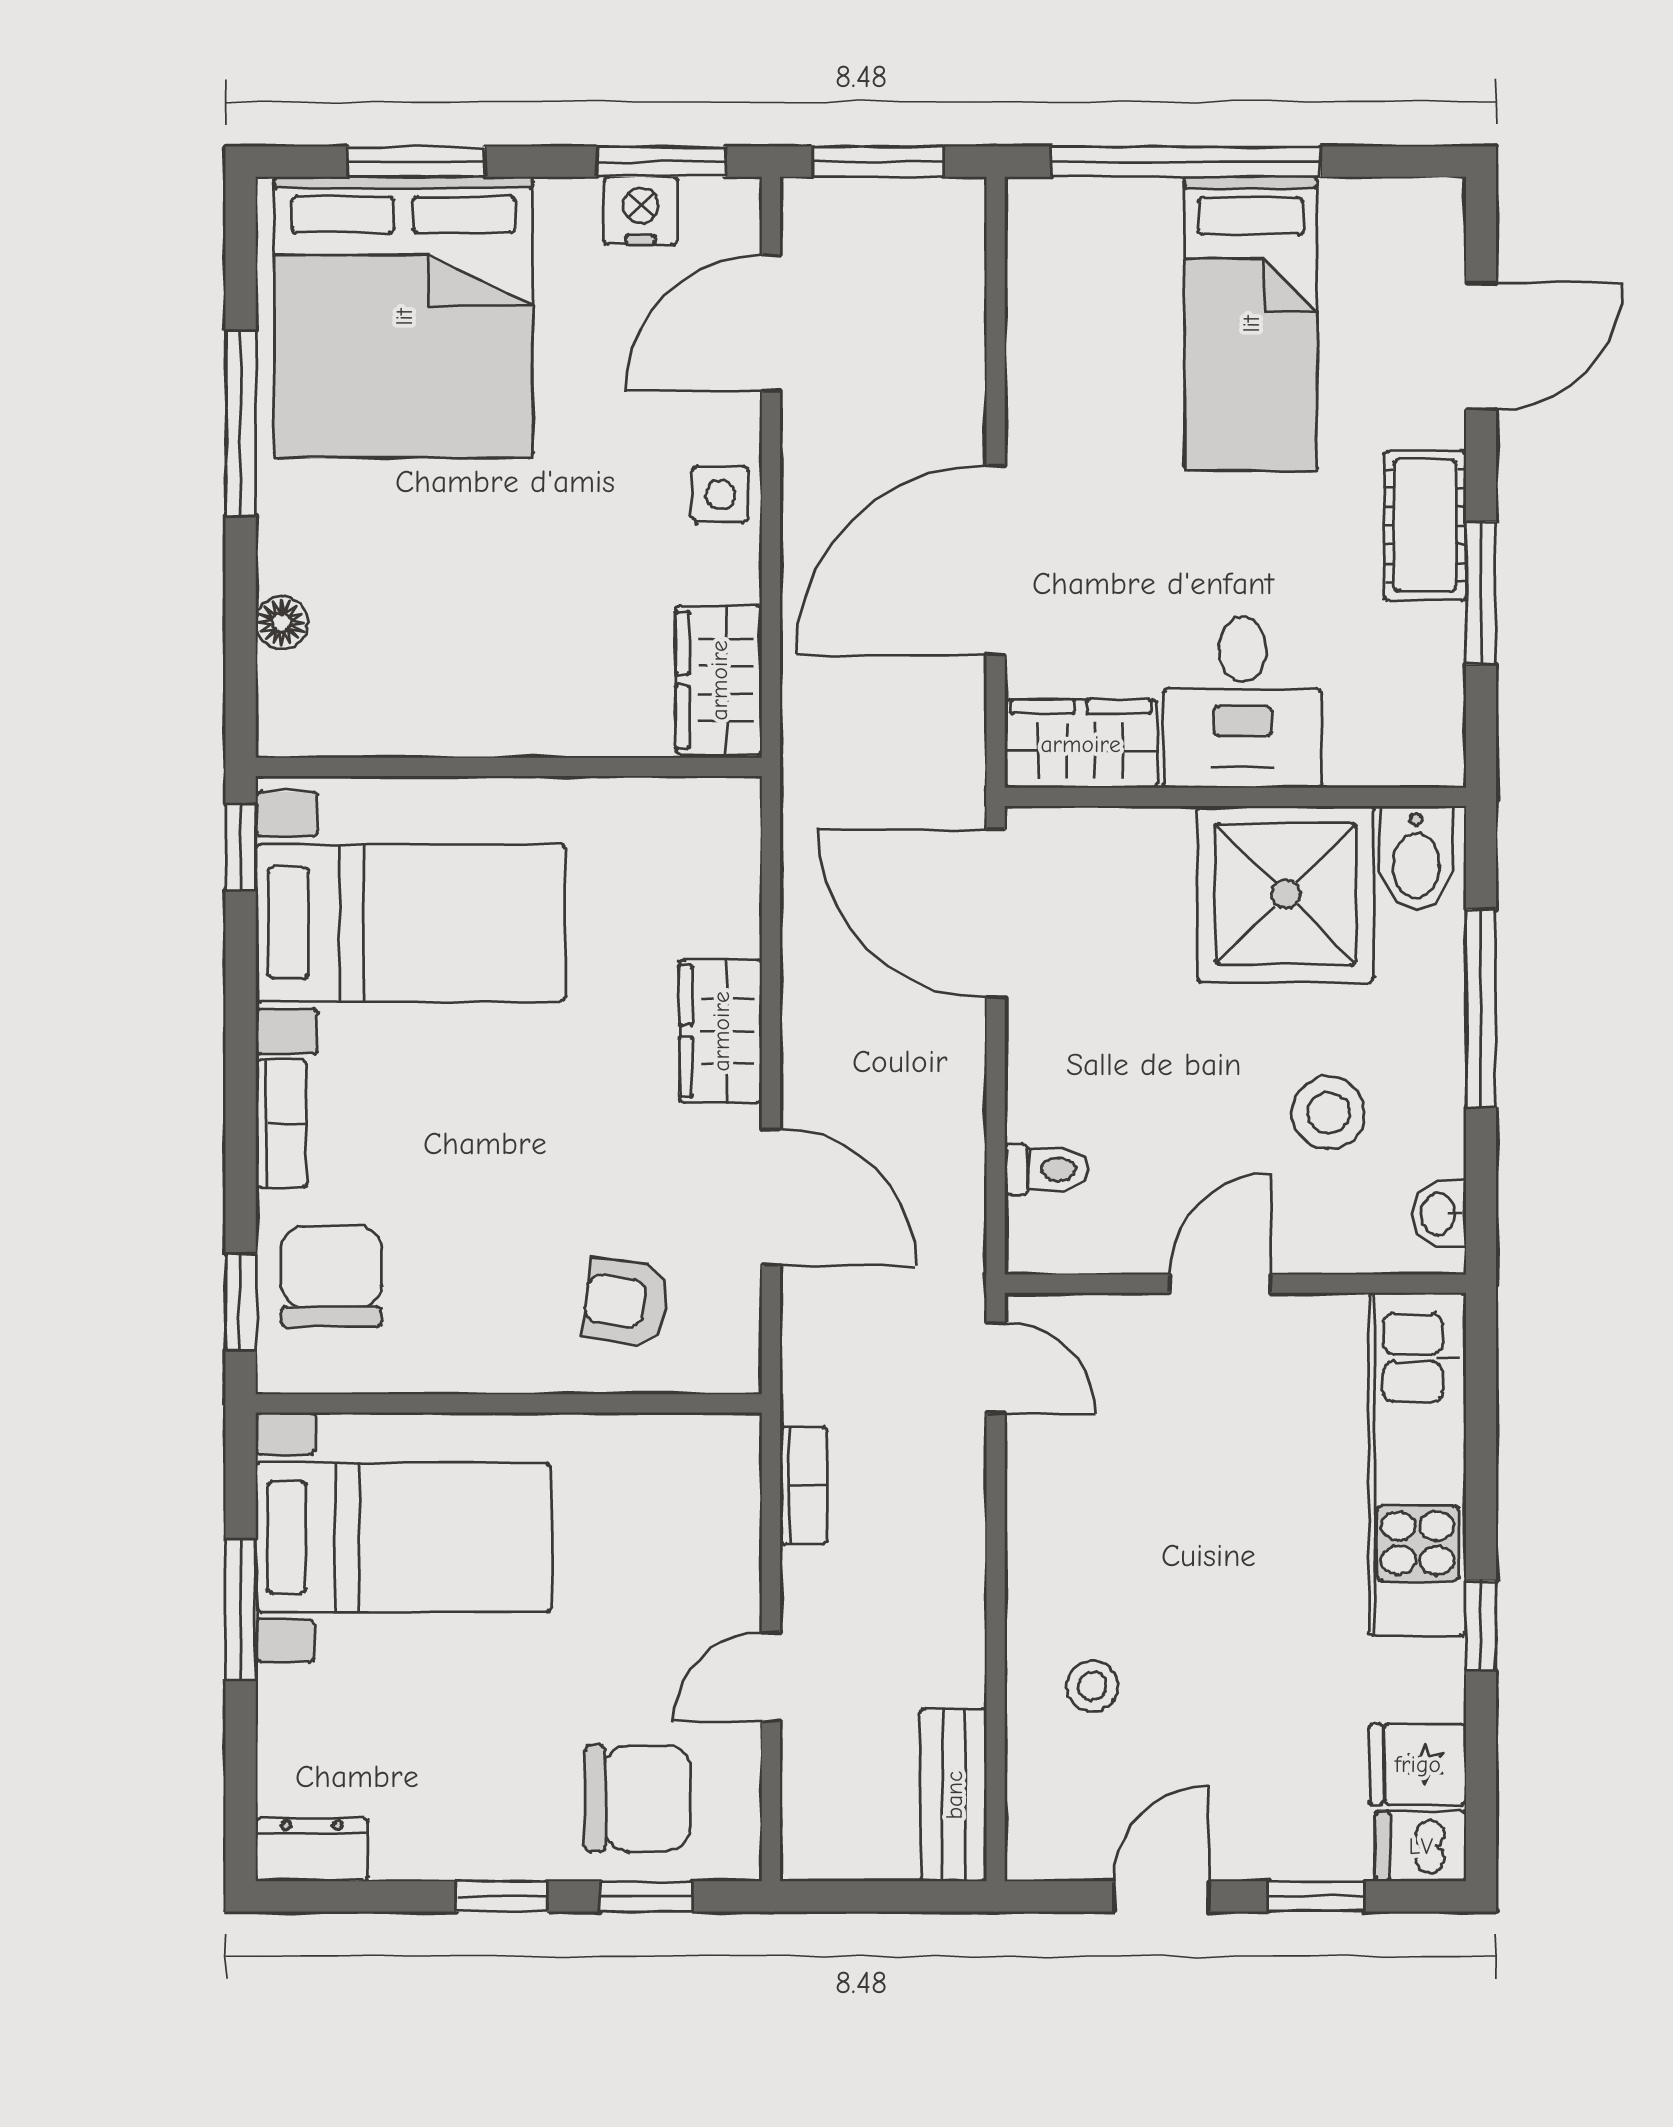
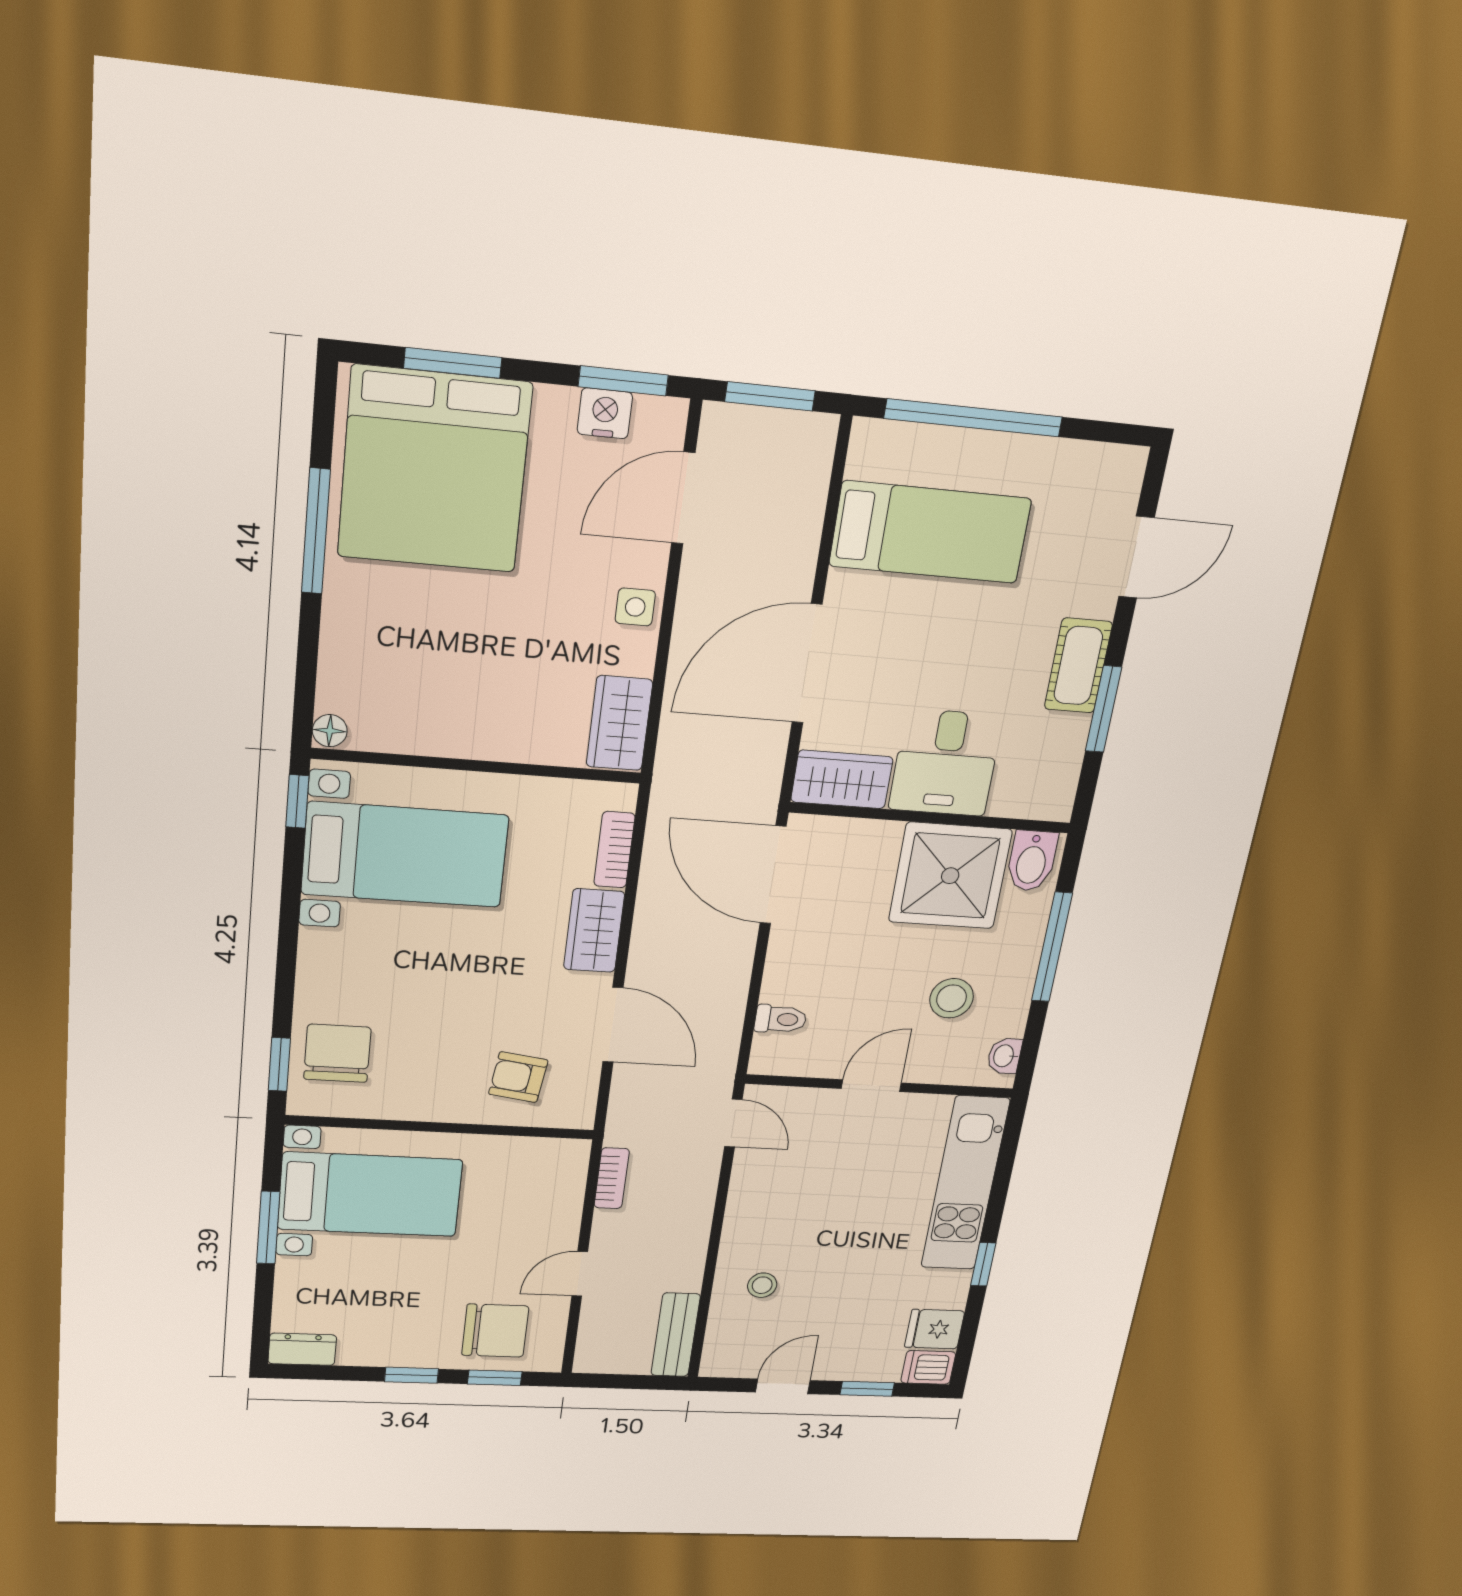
bed: (1251, 324) -> (930, 532), moved, turned -90
floor lamp: (282, 623) -> (330, 731), moved
bookcase: (281, 1124) -> (614, 850), moved, turned 180

